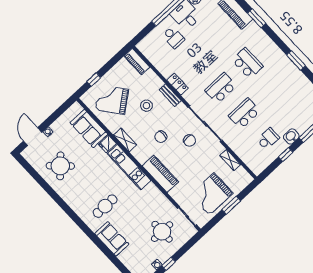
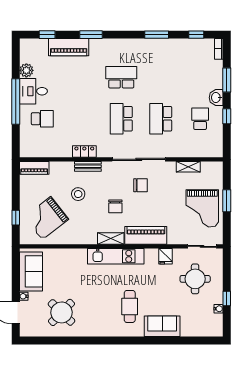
sofa: (89, 128) -> (31, 271), moved, turned -90
shelving: (125, 140) -> (111, 239), moved
fridge: (108, 144) -> (166, 256), moved

